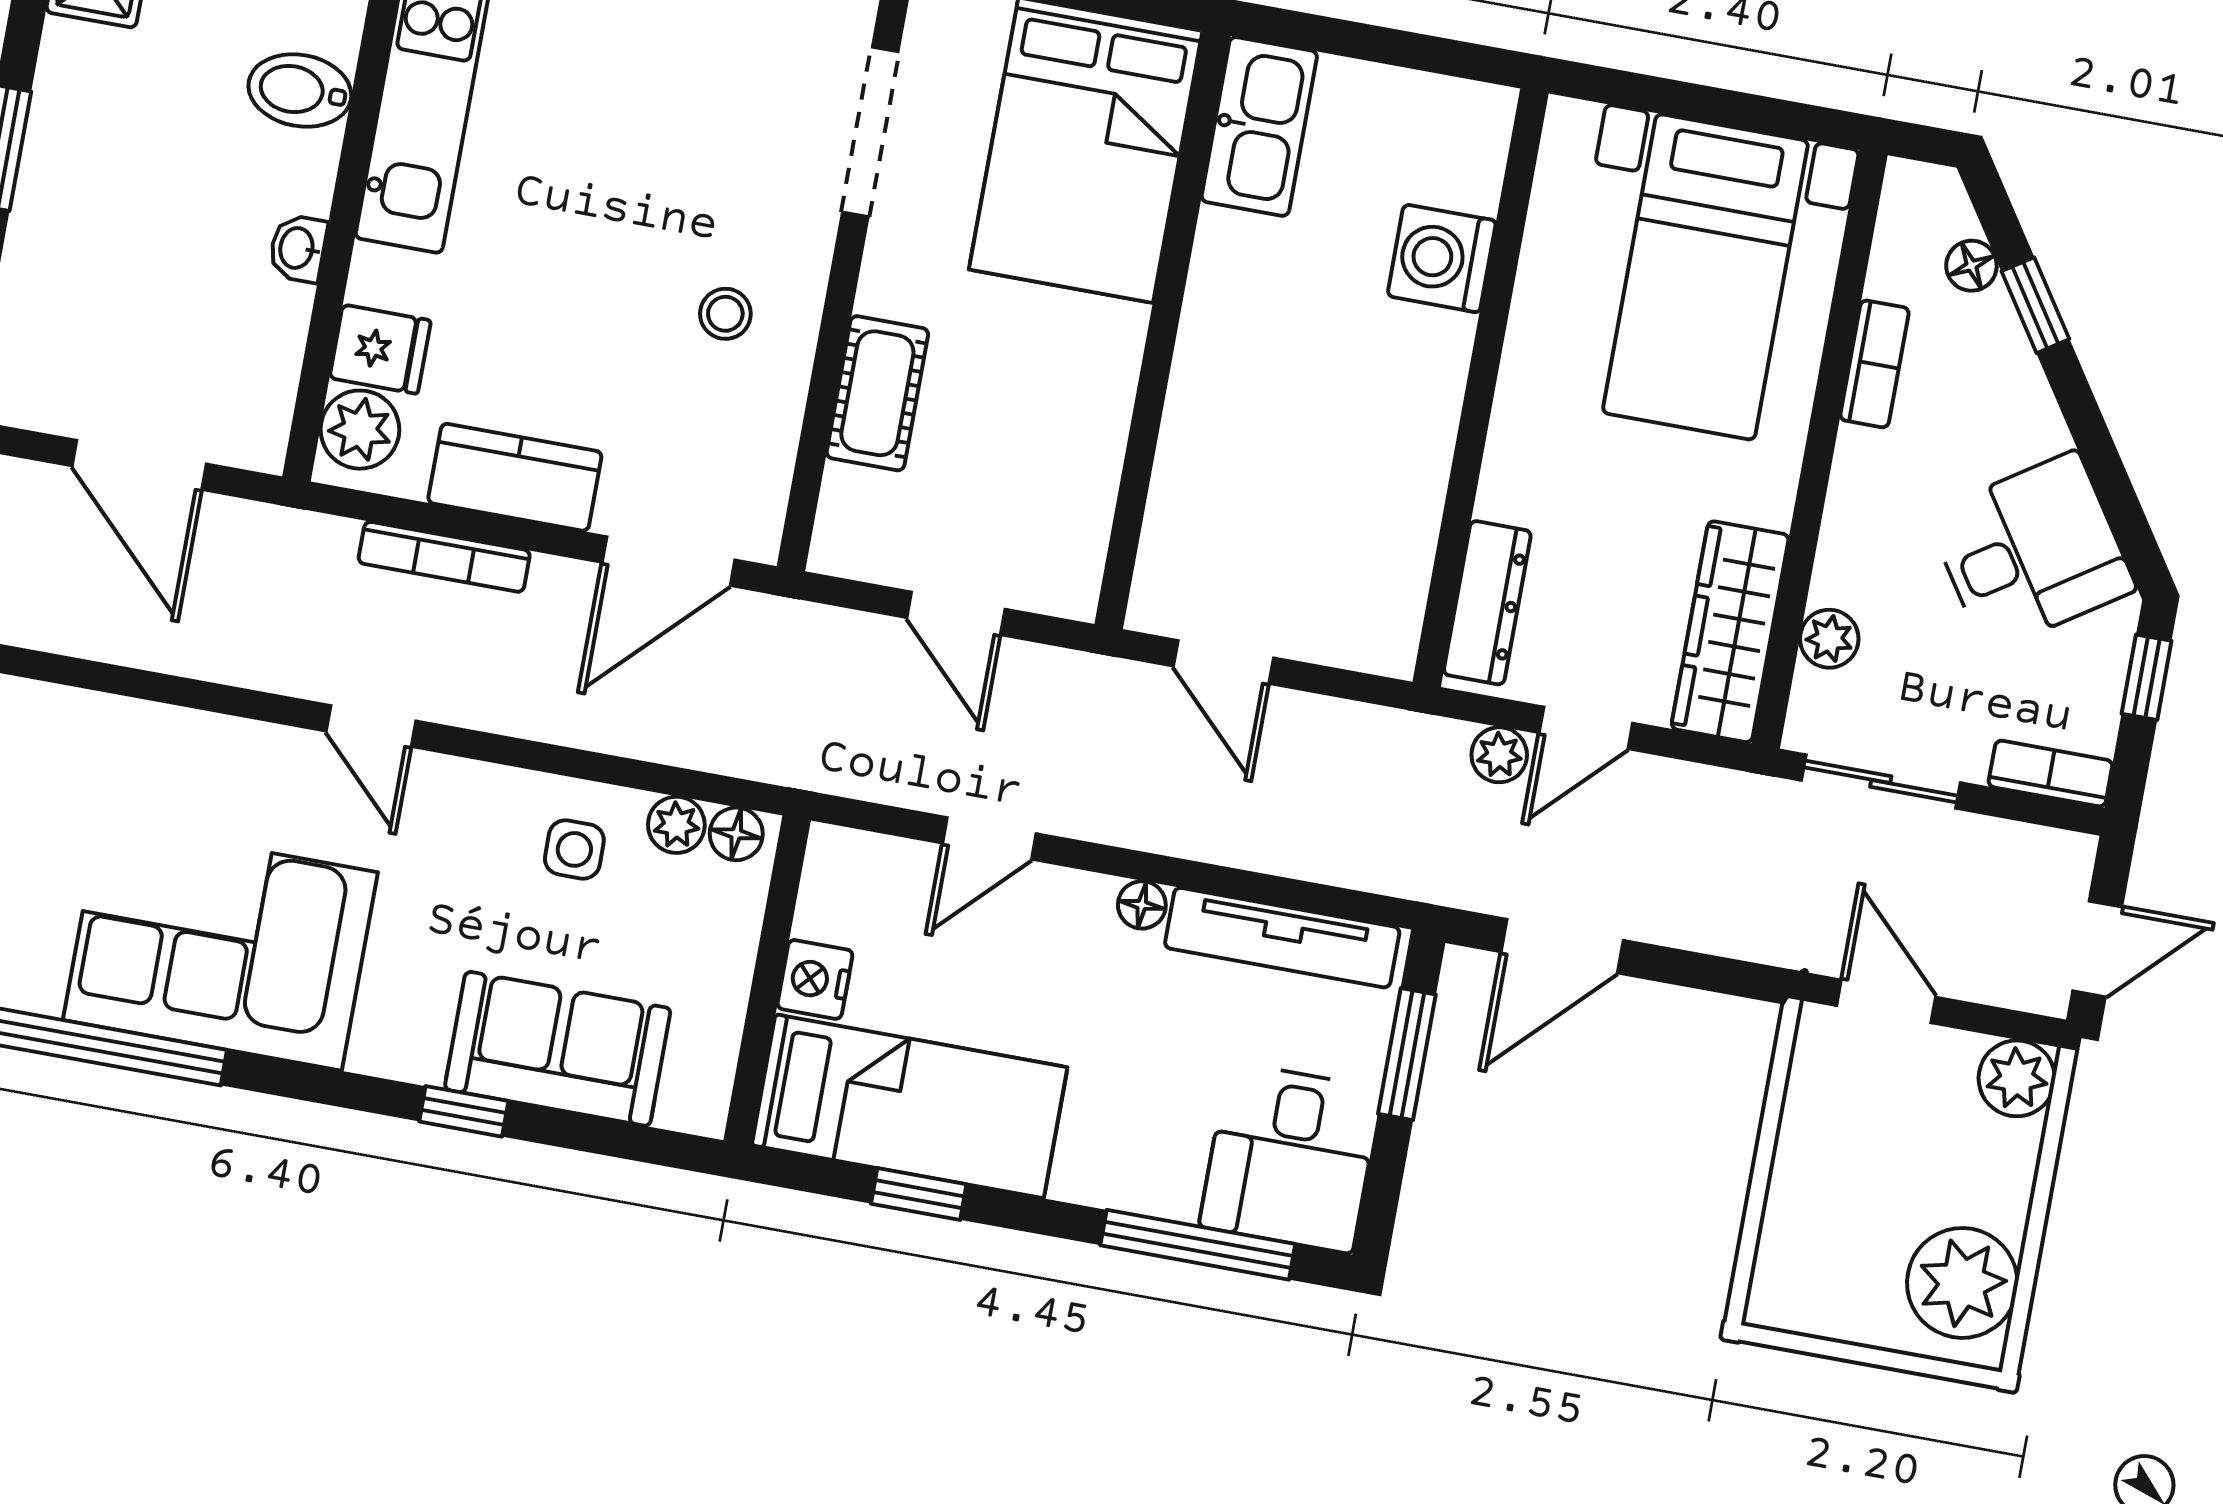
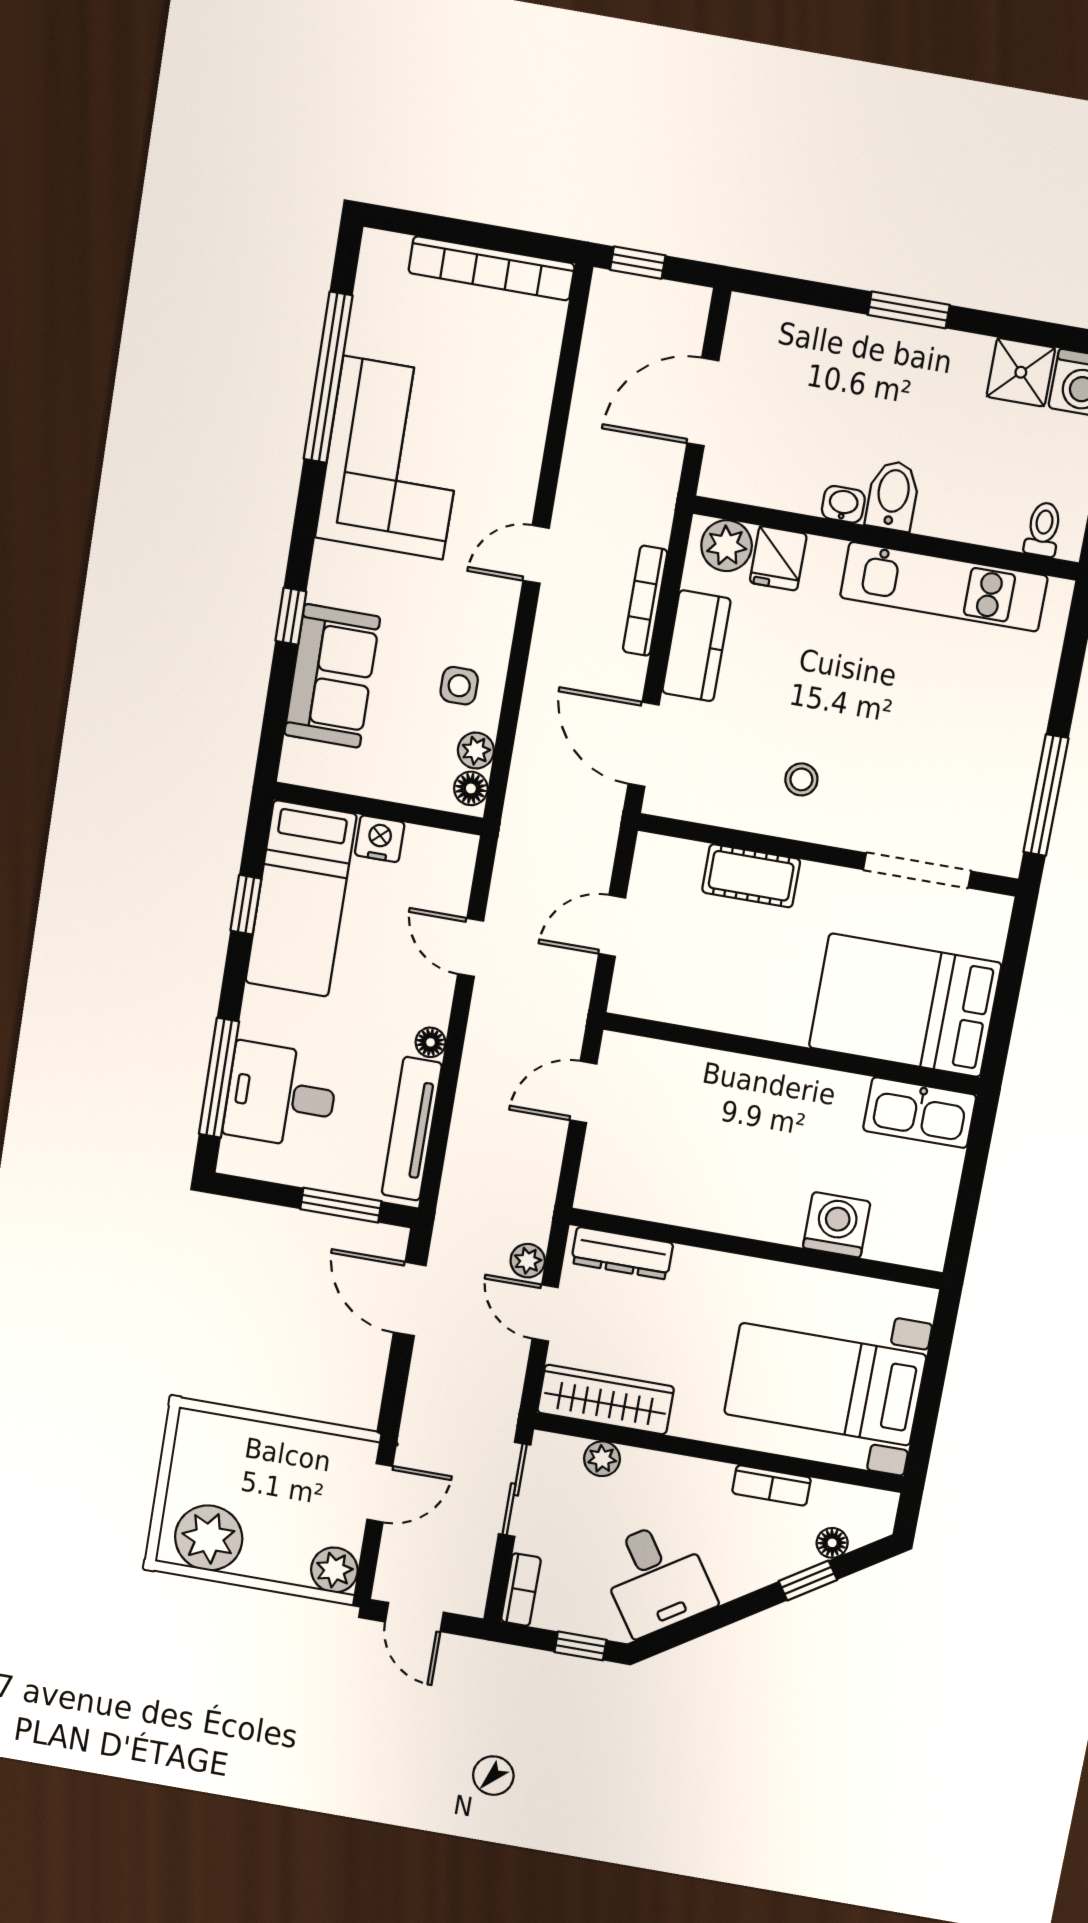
bidet: (300, 90) -> (893, 496), moved
desk: (1290, 1158) -> (281, 1095), moved

